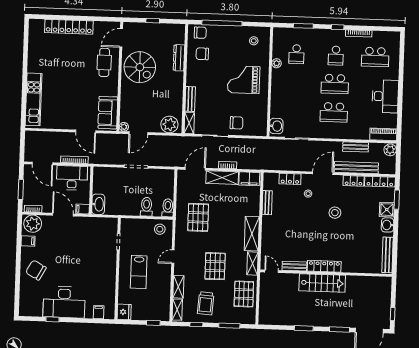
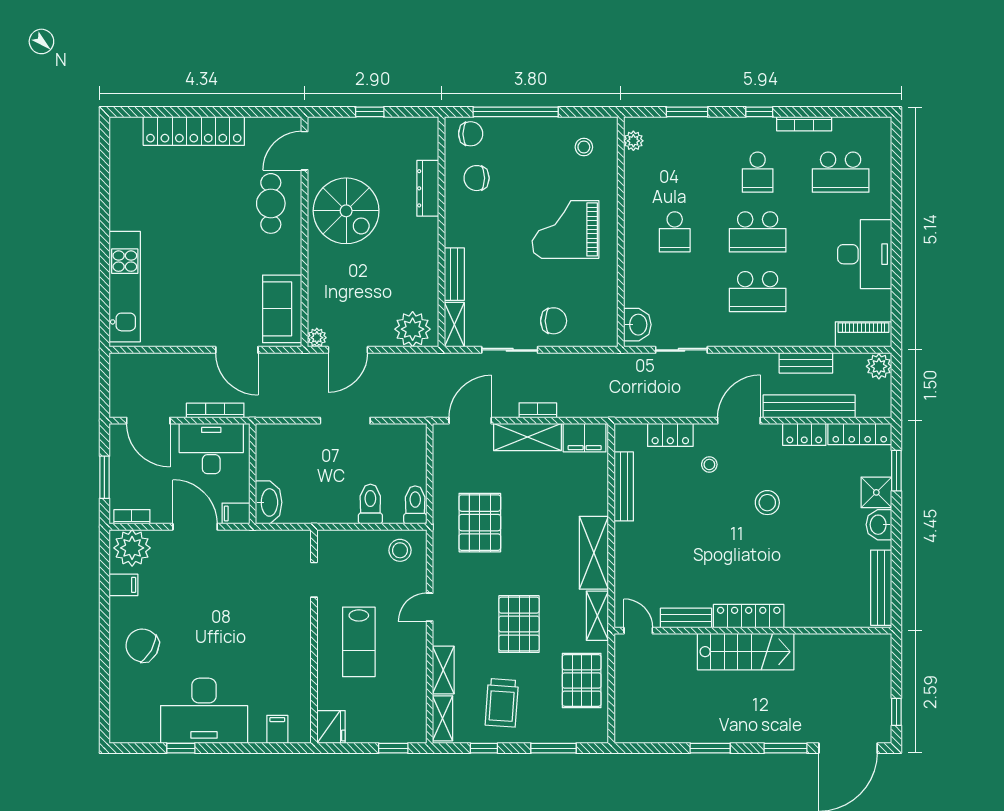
school desk: (296, 54) -> (675, 232), moved
plant: (277, 63) -> (633, 141), moved
bench: (267, 203) -> (624, 486), width x1.36

